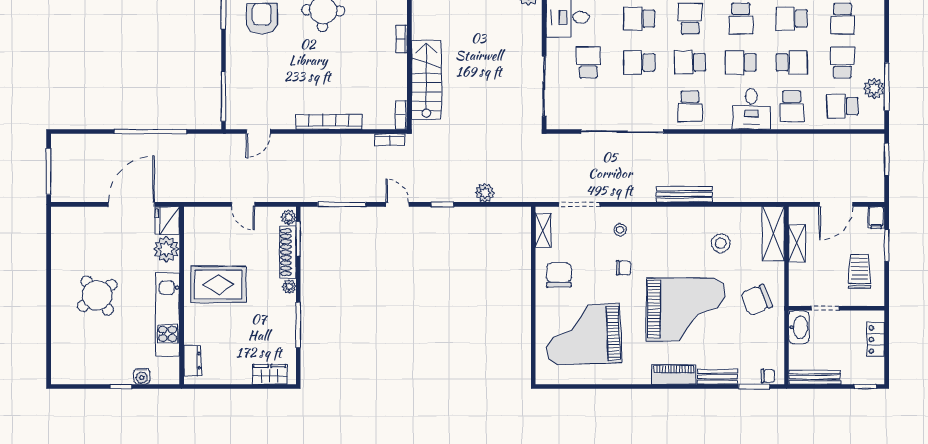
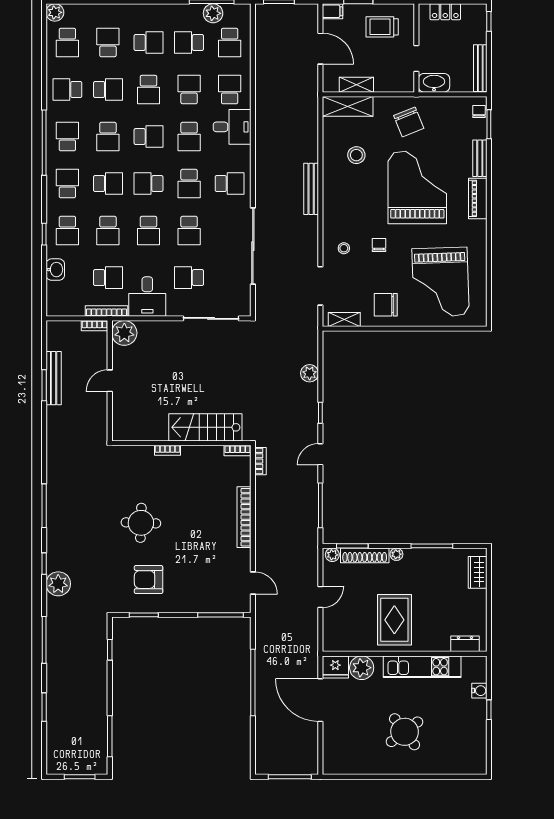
school desk: (792, 106) -> (230, 90), turned -90

